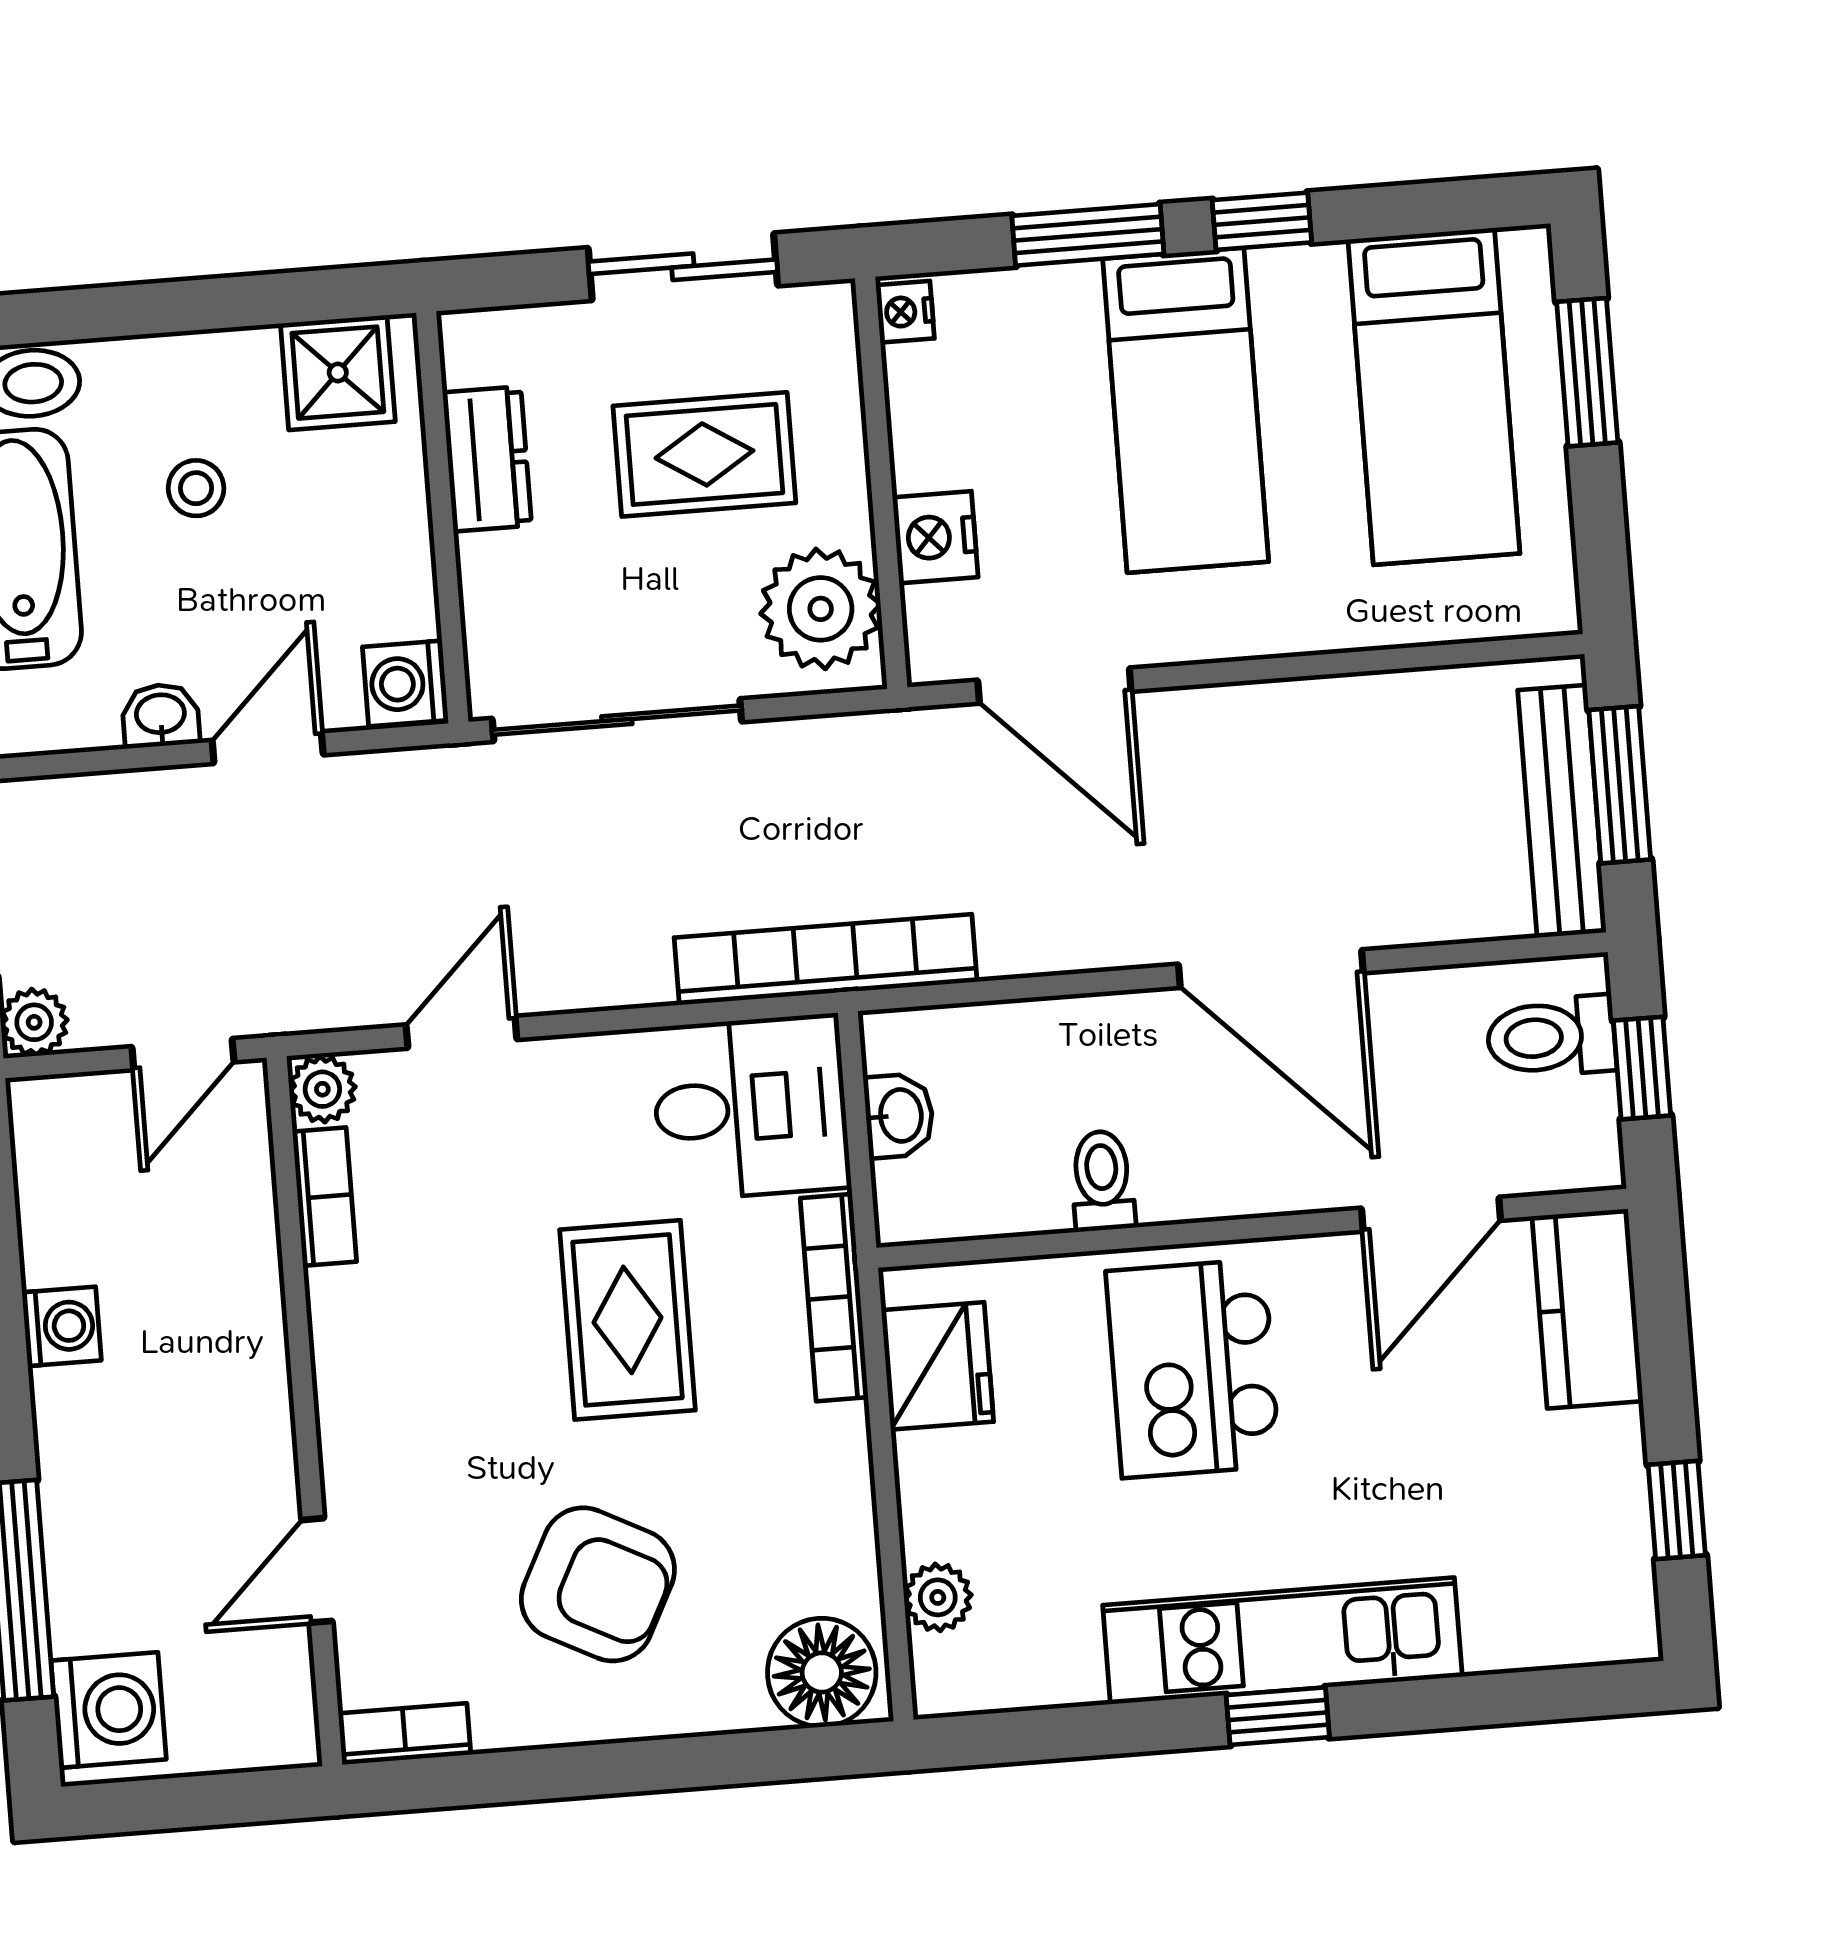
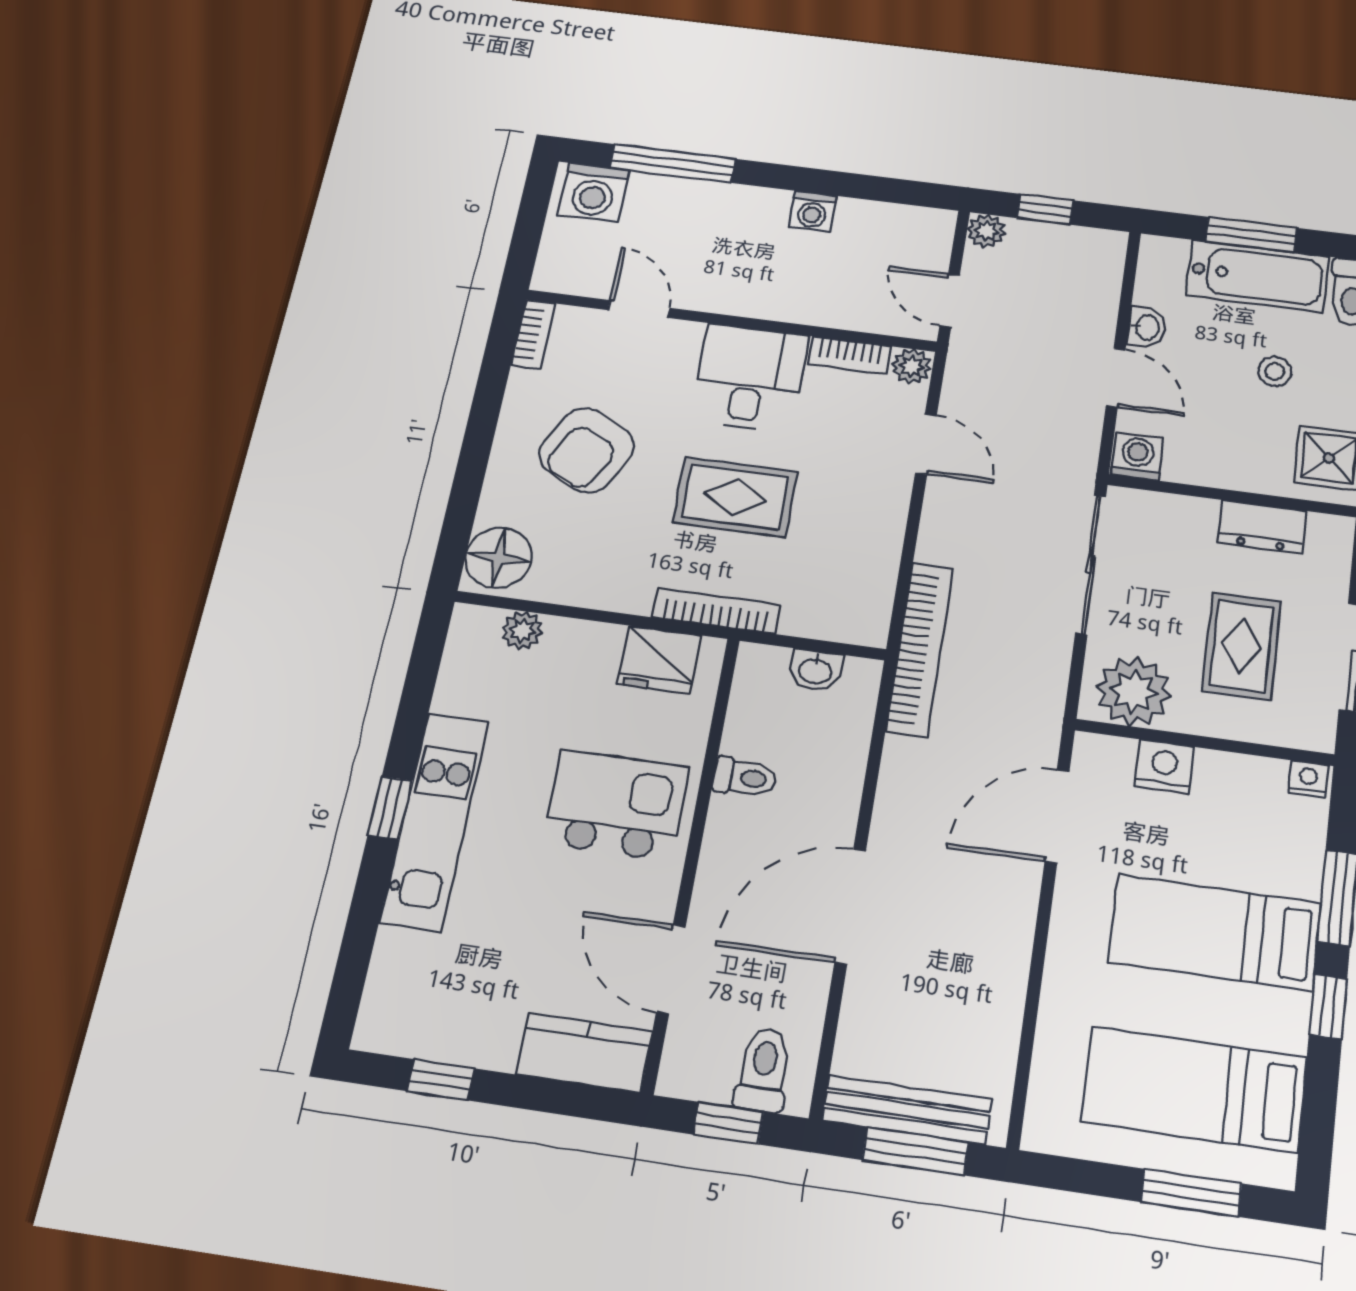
desk: (751, 1107) -> (749, 378), moved, turned 180

